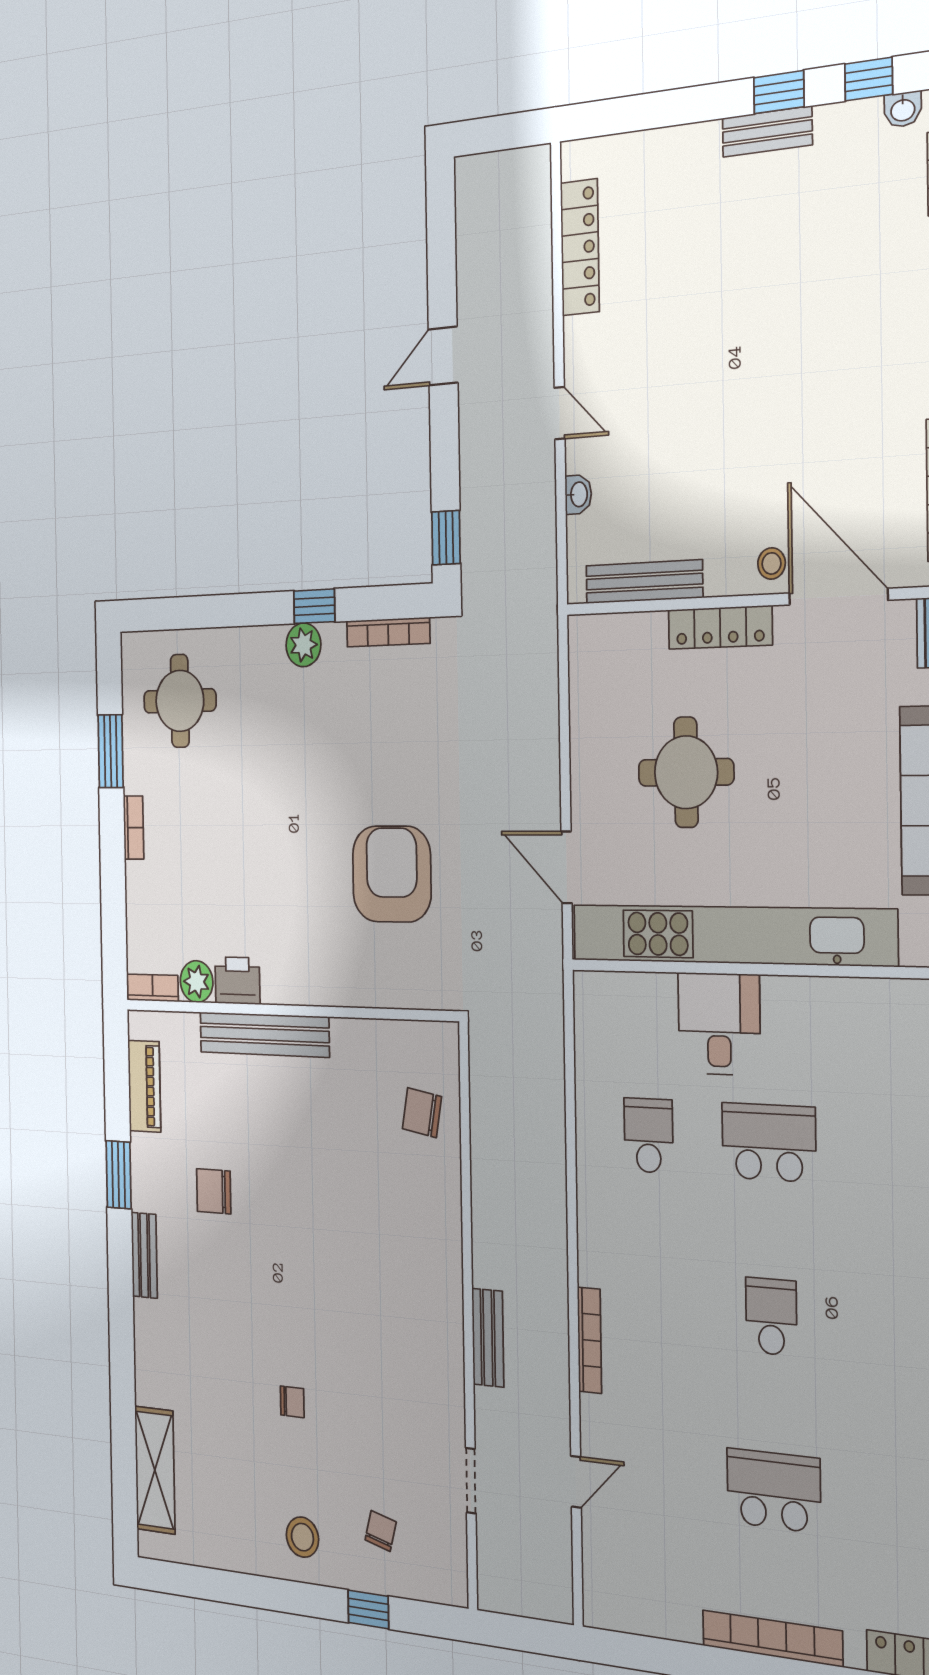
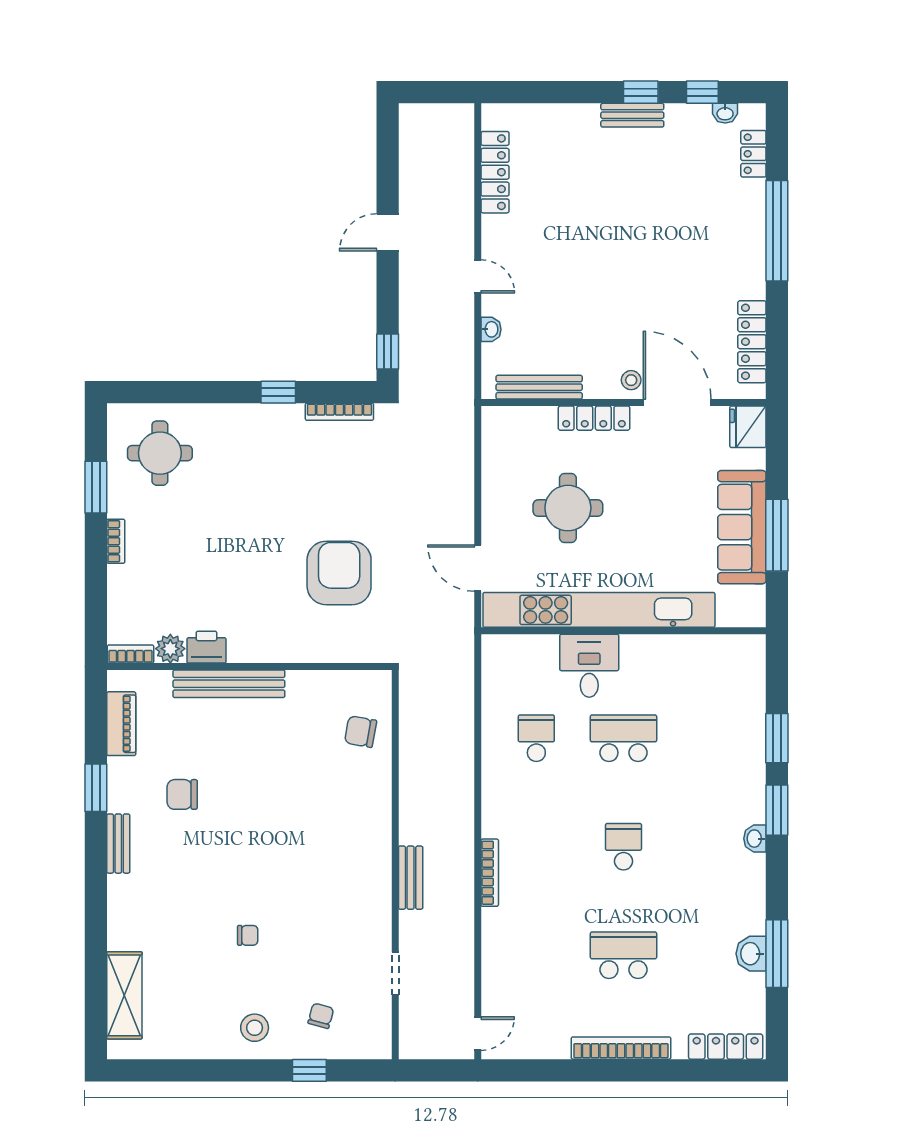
plant: (303, 645) -> (269, 418), removed
door: (576, 1482) -> (478, 1034), moved

